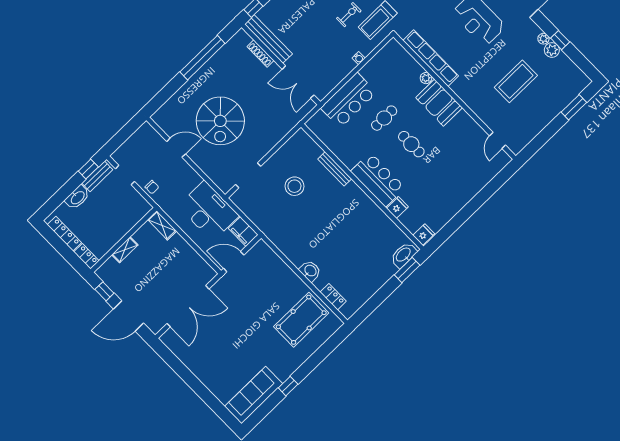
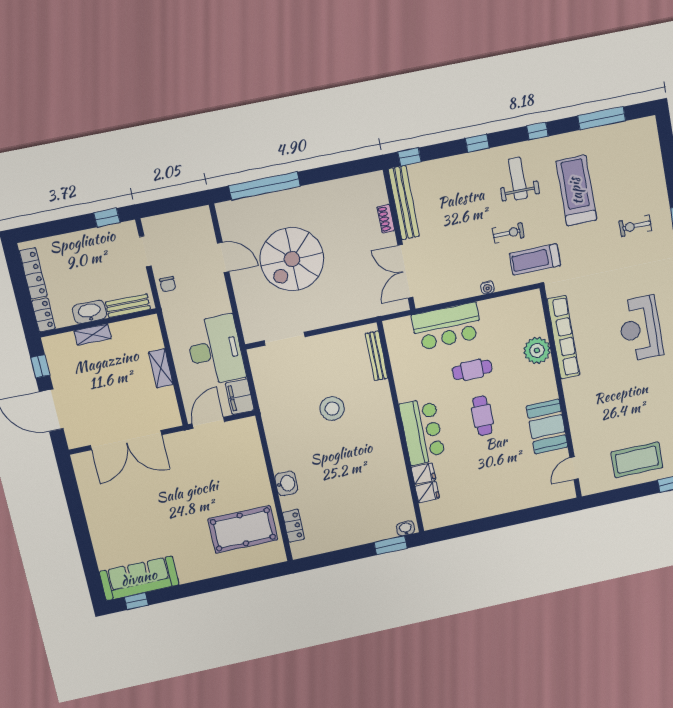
shoe rack: (261, 53) -> (386, 219), width x0.70
window: (202, 58) -> (264, 186), moved
plant: (426, 78) -> (537, 350), width x1.88, depth x1.88
coffee table: (516, 81) -> (637, 460), moved
booth: (439, 103) -> (547, 427), moved
bench: (335, 169) -> (376, 356), moved
bench: (97, 176) -> (128, 306), moved
stool: (294, 186) -> (332, 409), moved
washbasin: (77, 197) -> (89, 312), moved, turned 180
shelving: (162, 225) -> (161, 368), moved
fridge: (424, 235) -> (427, 492), moved
washbasin: (404, 255) -> (405, 528), width x0.52, depth x0.69
door: (234, 262) -> (208, 423), hinge flipped
window: (288, 386) -> (136, 601), moved

